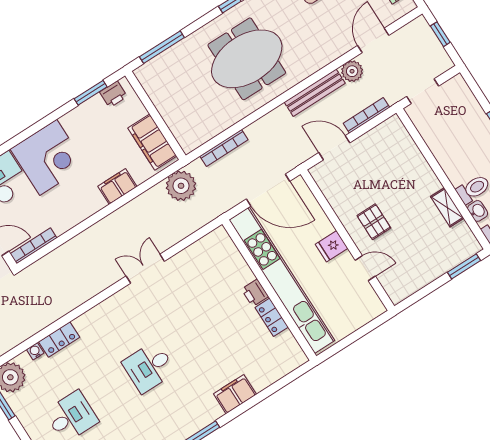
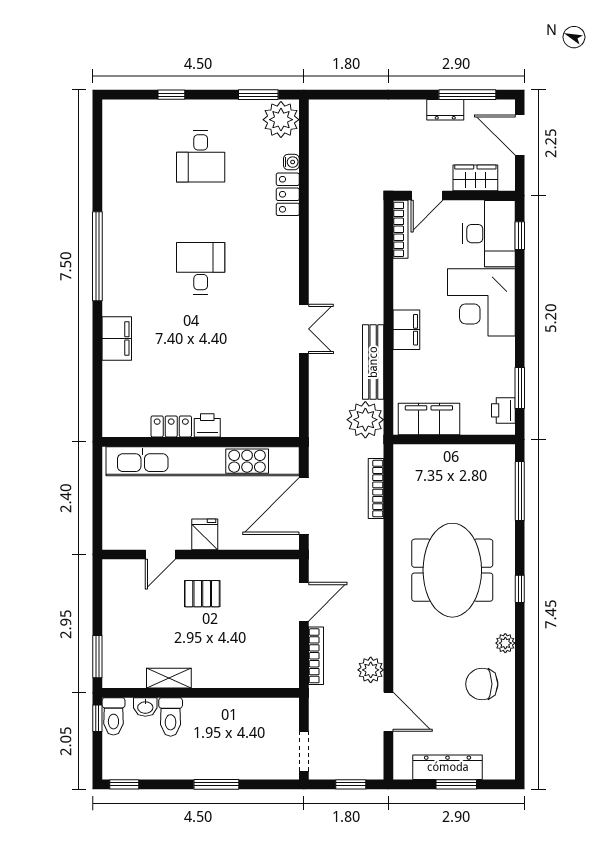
doorway: (423, 91) -> (304, 751), moved
bench: (315, 93) -> (373, 362), moved
filing cabinet: (117, 186) -> (406, 330), moved

